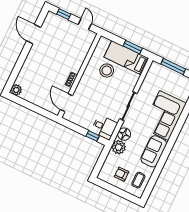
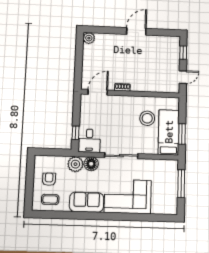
door: (34, 34) -> (136, 31), moved

